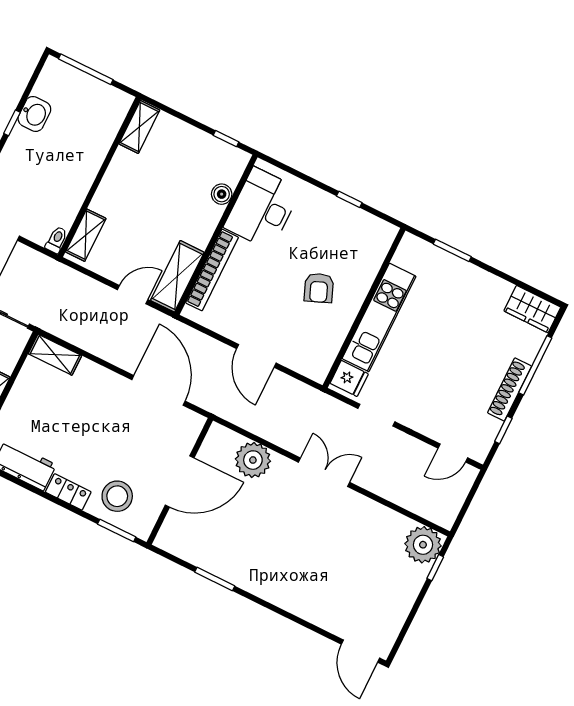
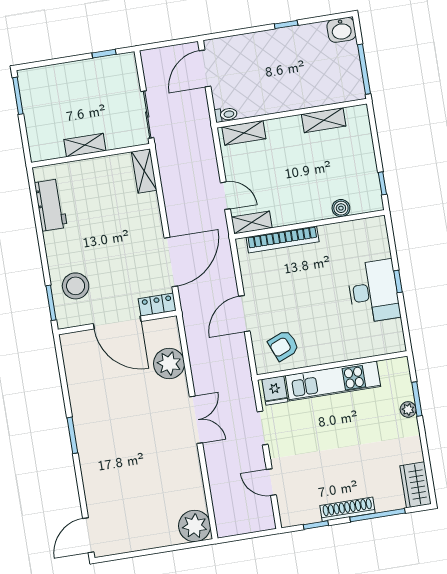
window: (86, 69) -> (364, 69), moved
washbasin: (34, 114) -> (341, 30), moved
shelving: (139, 127) -> (324, 120), moved
window: (349, 199) -> (398, 282), moved
desk: (262, 208) -> (373, 291), moved, turned 90
plant: (456, 266) -> (408, 409), added
shelving: (177, 276) -> (252, 223), width x0.67, depth x0.75
armchair: (319, 288) -> (283, 345), moved
door: (453, 453) -> (271, 482), moved
locker: (68, 492) -> (157, 305), moved, turned -90
window: (435, 568) -> (184, 546), removed
window: (215, 579) -> (72, 435), moved

